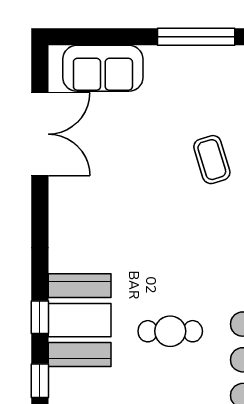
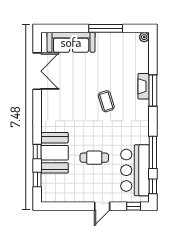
sofa: (103, 68) -> (71, 42), width x1.36
coffee table: (212, 160) -> (106, 101), moved

